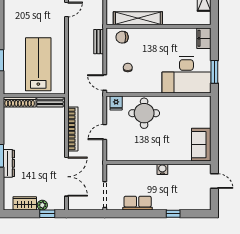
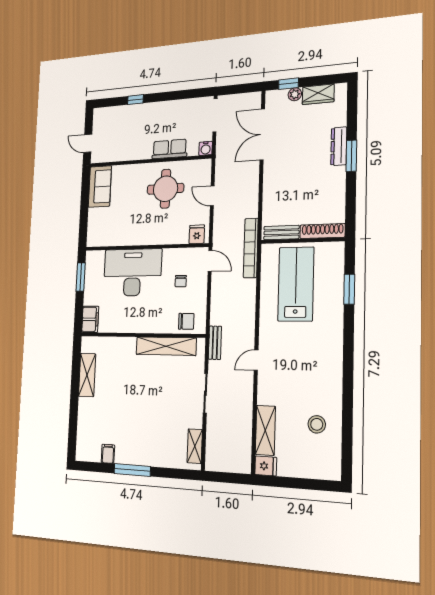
bench: (99, 42) -> (215, 343), moved
lab bench: (38, 64) -> (296, 284), turned 180
desk: (186, 75) -> (132, 272), moved
round table: (144, 113) -> (165, 189), moved
bookcase: (73, 129) -> (251, 248), moved
door: (105, 132) -> (212, 196), swing flipped
water cooler: (162, 169) -> (206, 148), moved
row of seats: (138, 203) -> (170, 149), moved, turned 180

